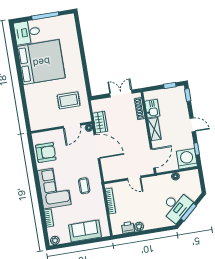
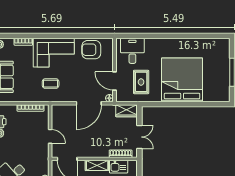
desk: (27, 32) -> (132, 51), moved
bed: (41, 62) -> (182, 80), moved, turned 180
wardrobe: (100, 122) -> (127, 111), moved
armchair: (46, 153) -> (91, 50), turned 90
door: (134, 178) -> (50, 136), swing flipped

